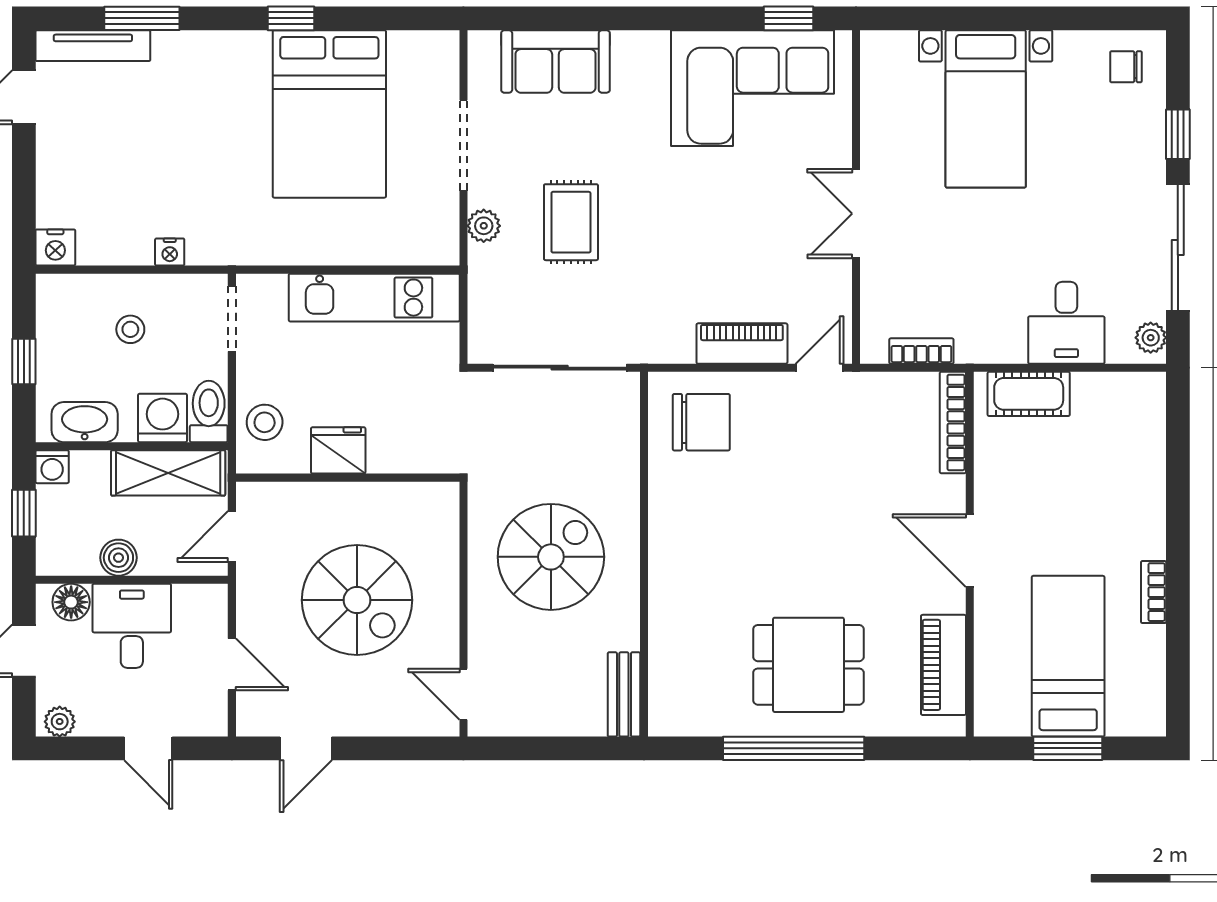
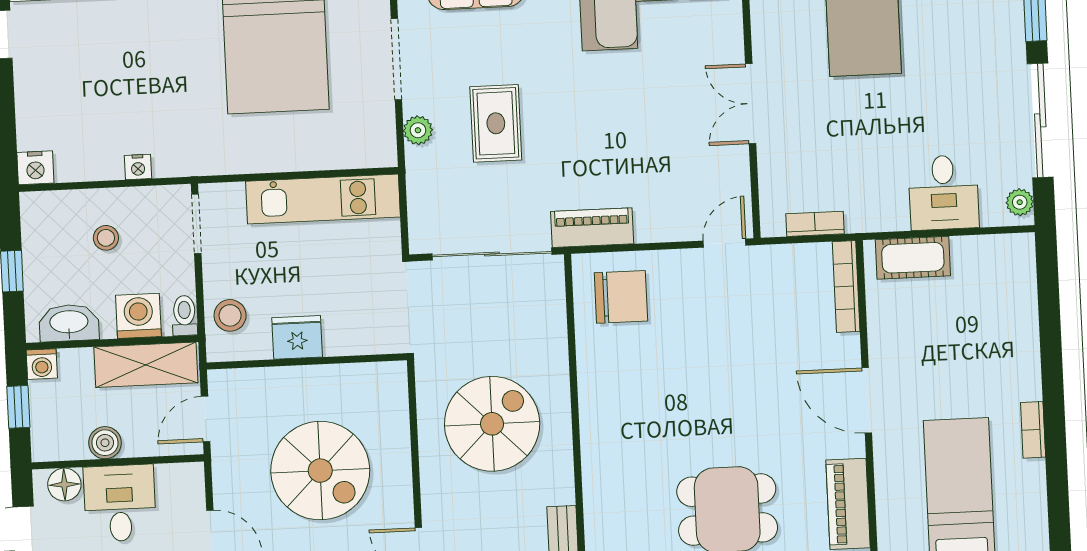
piano: (742, 344) -> (592, 228), moved
toilet: (209, 411) -> (184, 316), width x0.73, depth x0.72

